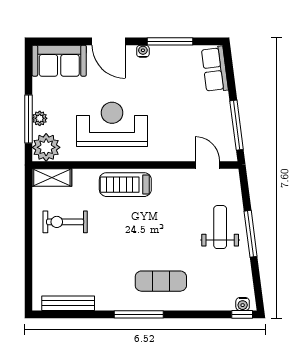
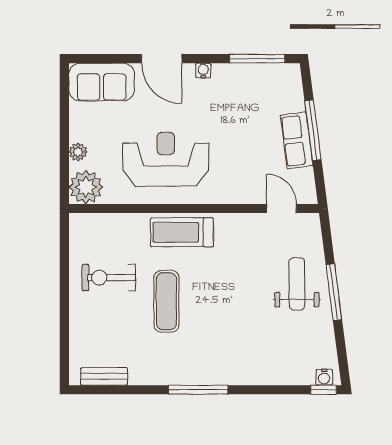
window: (170, 41) -> (257, 59), moved
row of seats: (215, 69) -> (297, 140), moved
window: (28, 119) -> (64, 153), removed
window: (237, 125) -> (313, 130), moved
shelving: (52, 178) -> (93, 224), removed
exercise mat: (161, 281) -> (166, 301), moved, turned 90
bench: (68, 303) -> (104, 376), width x0.73

